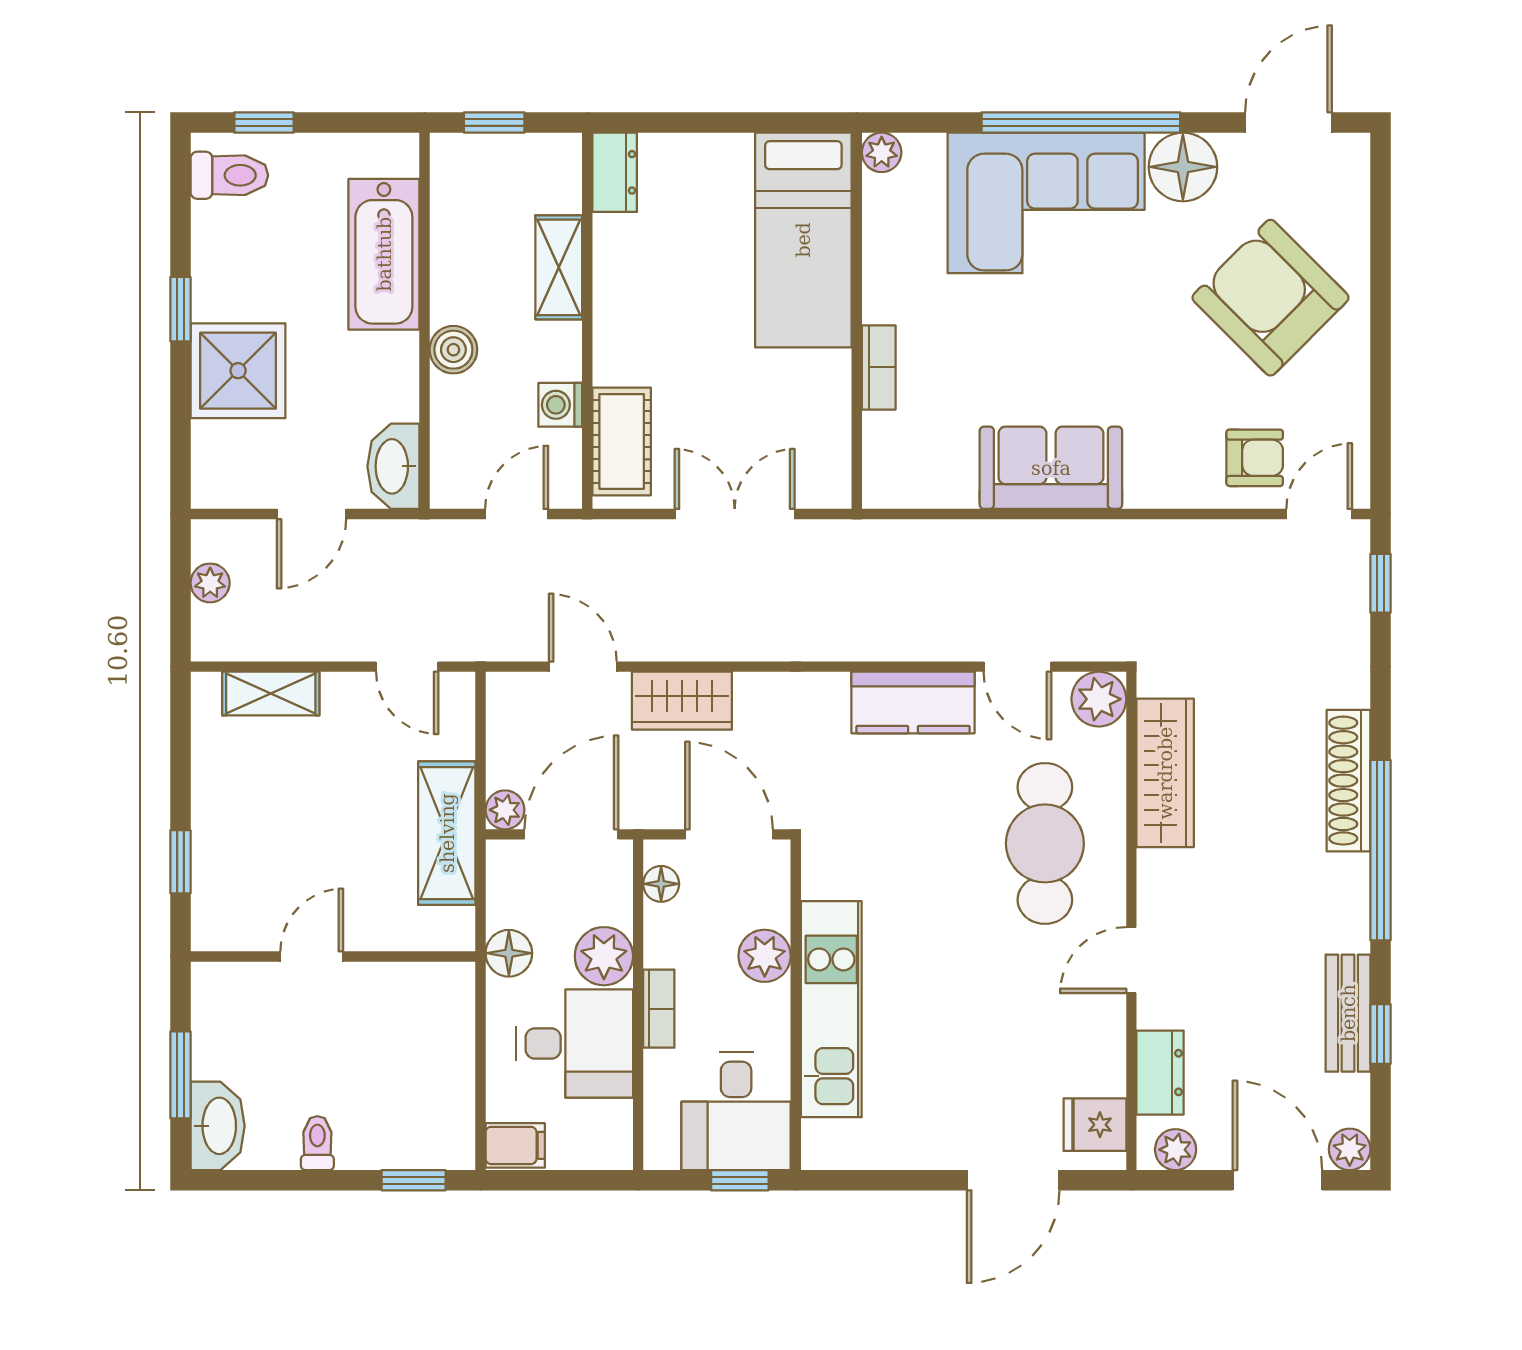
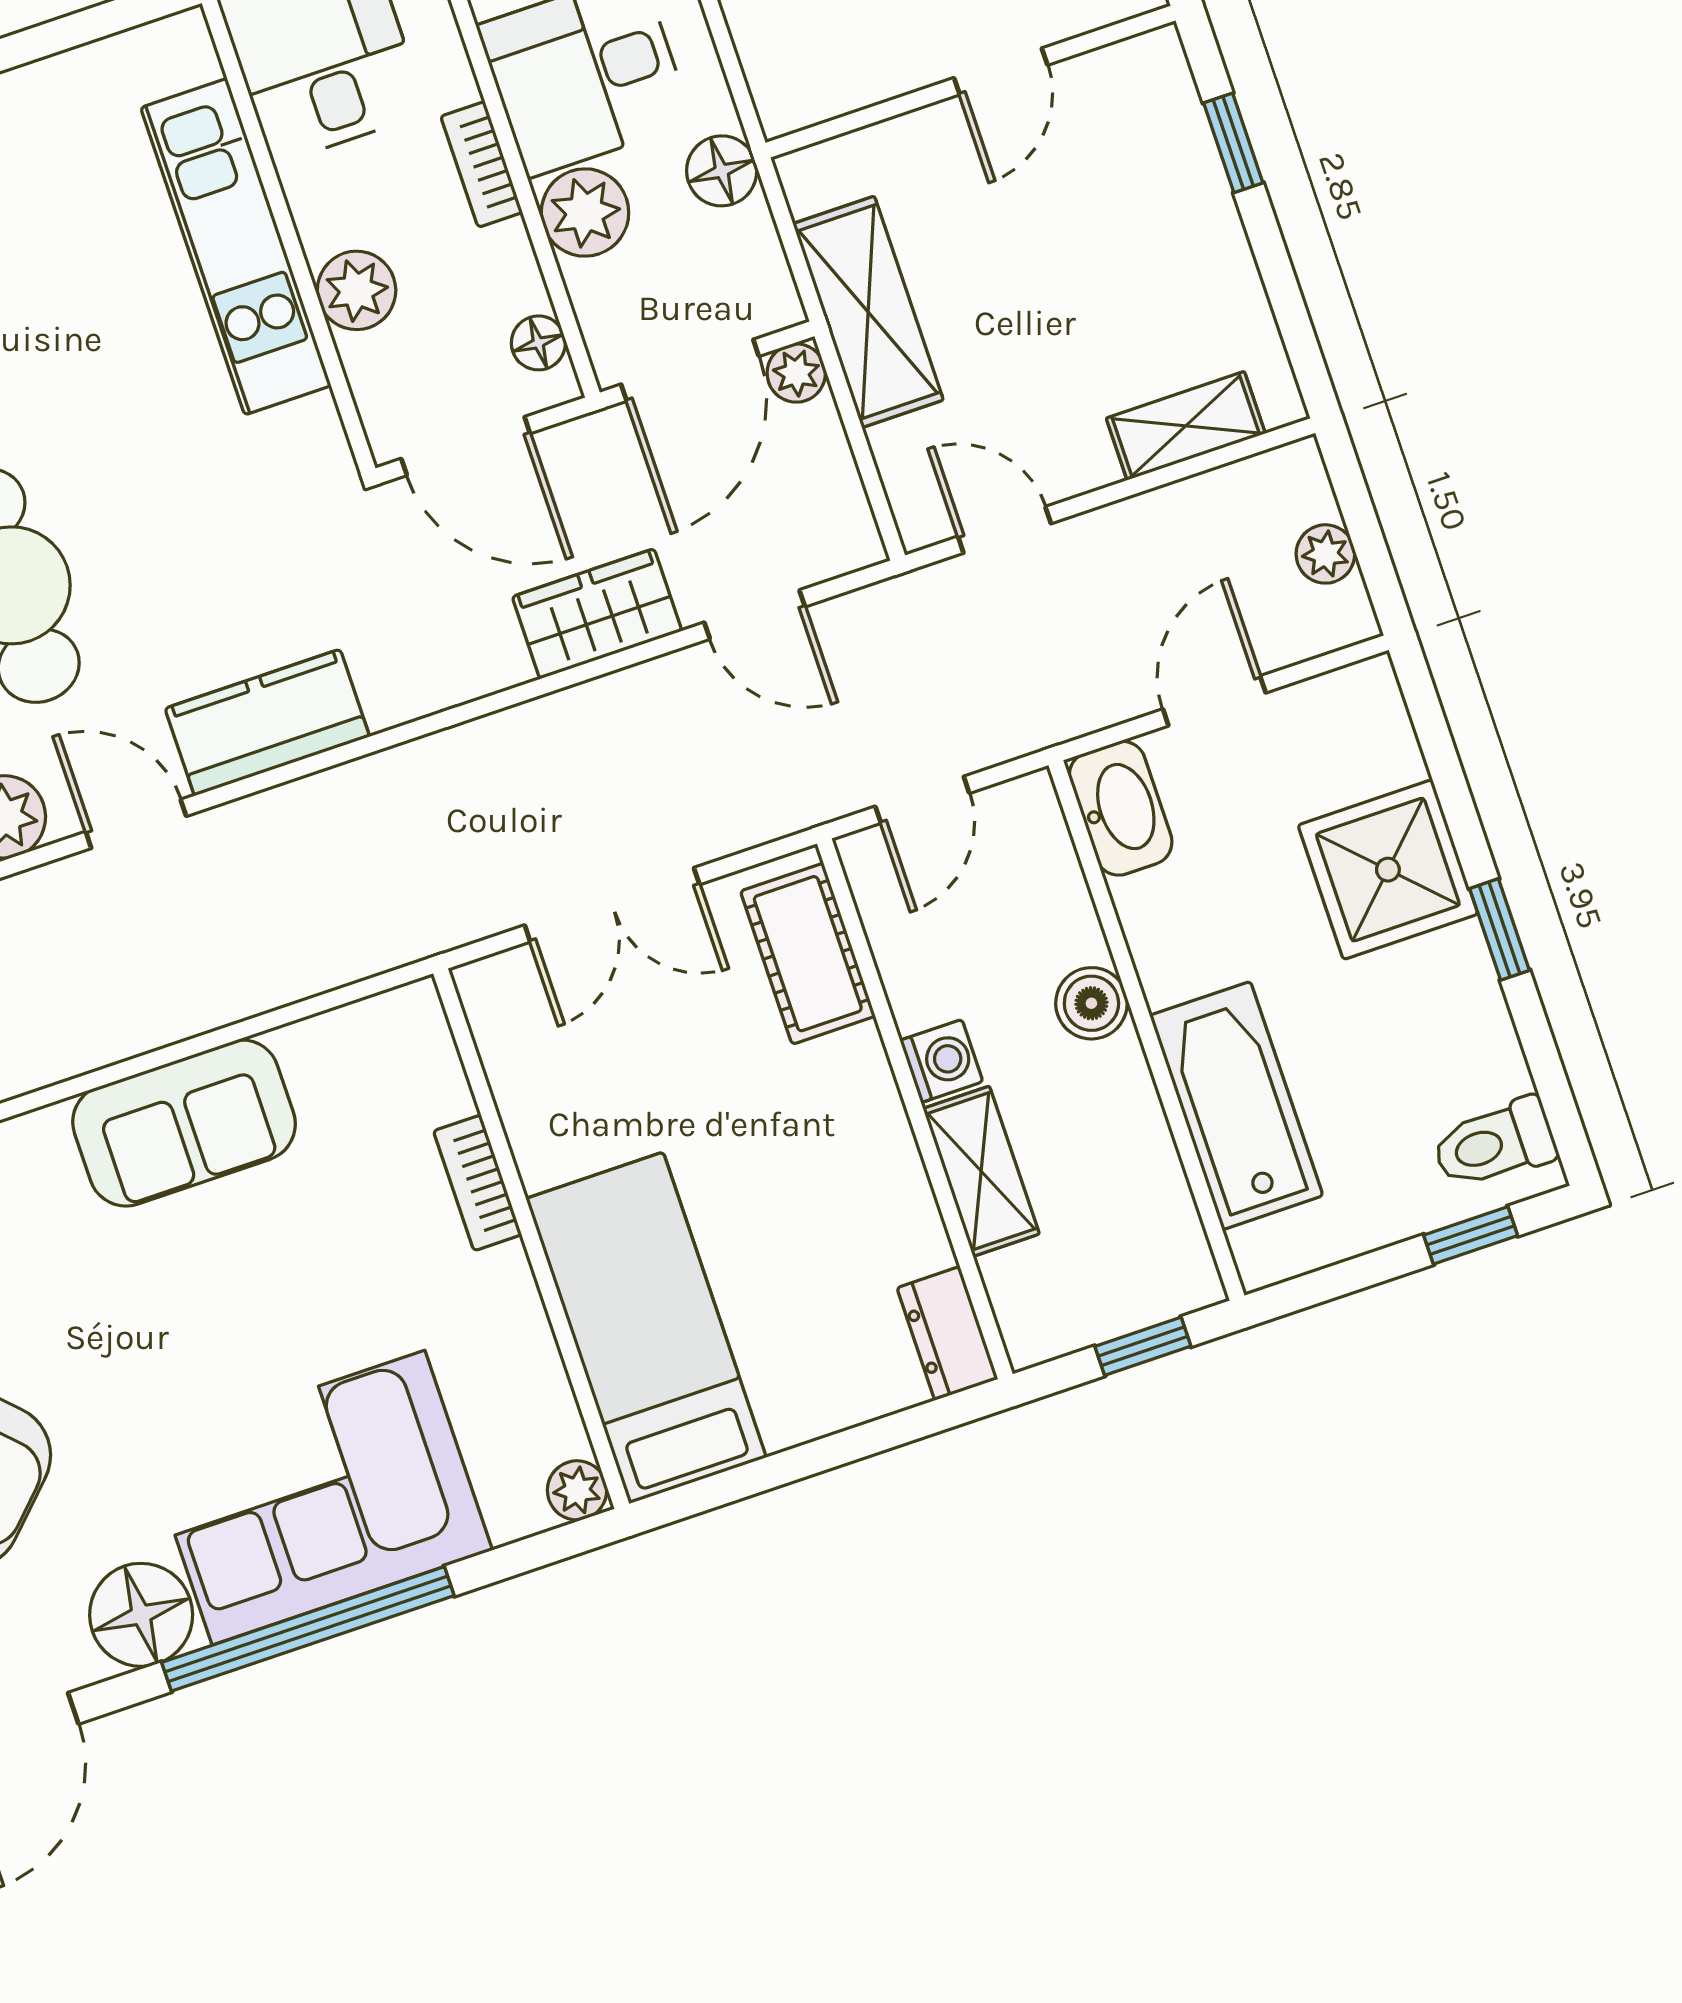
washing machine: (560, 405) -> (941, 1061), moved

